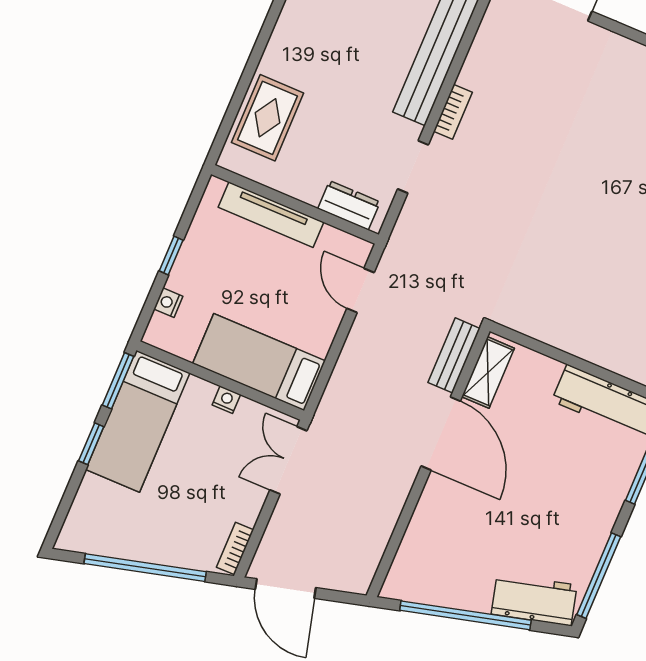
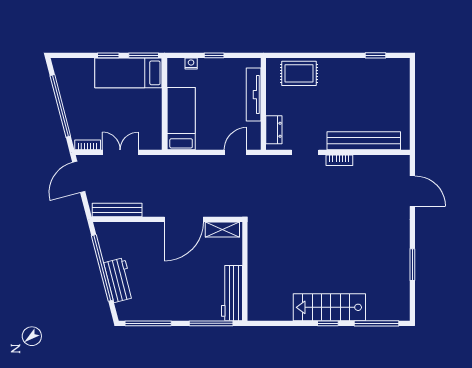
bench: (454, 355) -> (117, 210), moved, width x1.36
nightstand: (226, 400) -> (157, 111), removed
double door: (288, 460) -> (120, 152), moved
workbench: (534, 600) -> (119, 280), moved

